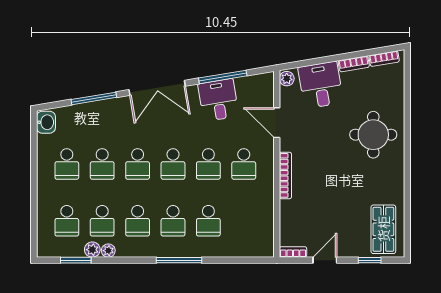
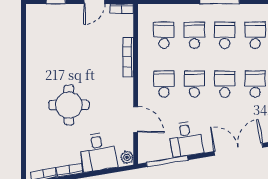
window: (223, 77) -> (167, 161), moved
round table: (373, 135) -> (69, 105), moved
bookcase: (285, 175) -> (128, 57), moved
school desk: (244, 221) -> (164, 35), added
shop shelf: (383, 229) -> (44, 28), removed

